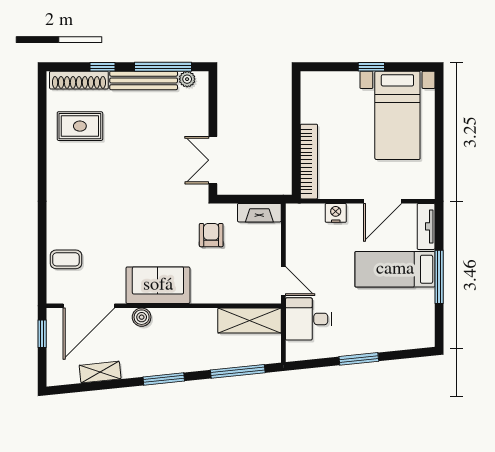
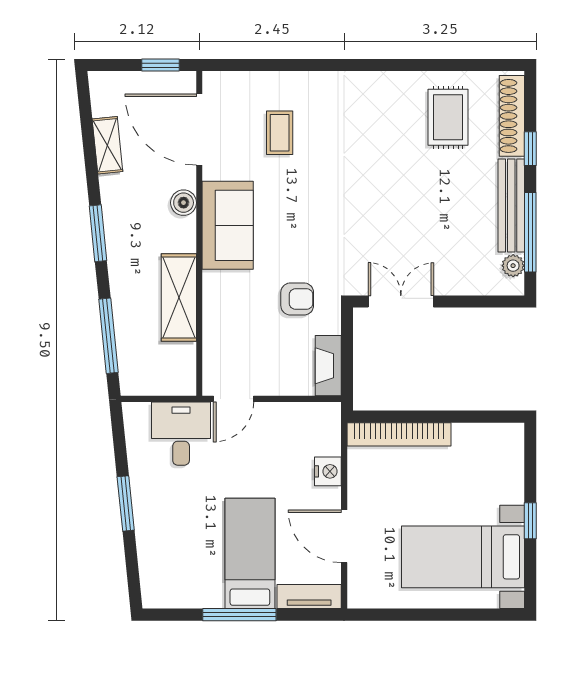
coffee table: (66, 259) -> (280, 133), moved
shelving: (250, 321) -> (179, 298), moved

